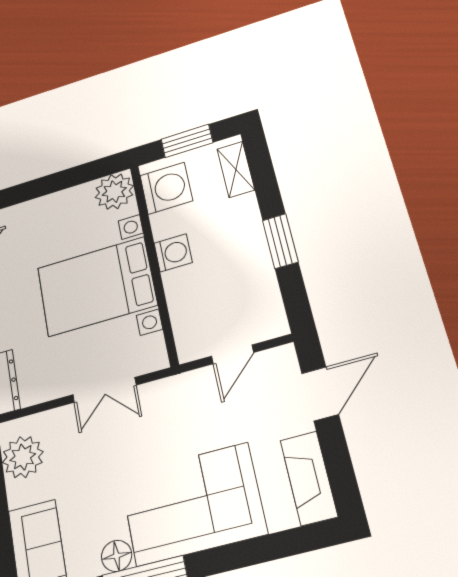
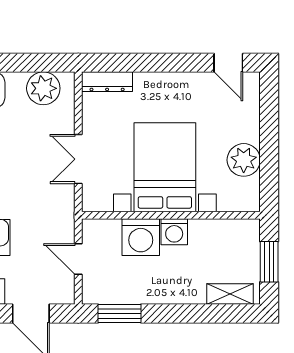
washing machine: (166, 188) -> (141, 237), moved
plant: (114, 192) -> (244, 160), moved
window: (280, 241) -> (120, 313), moved

